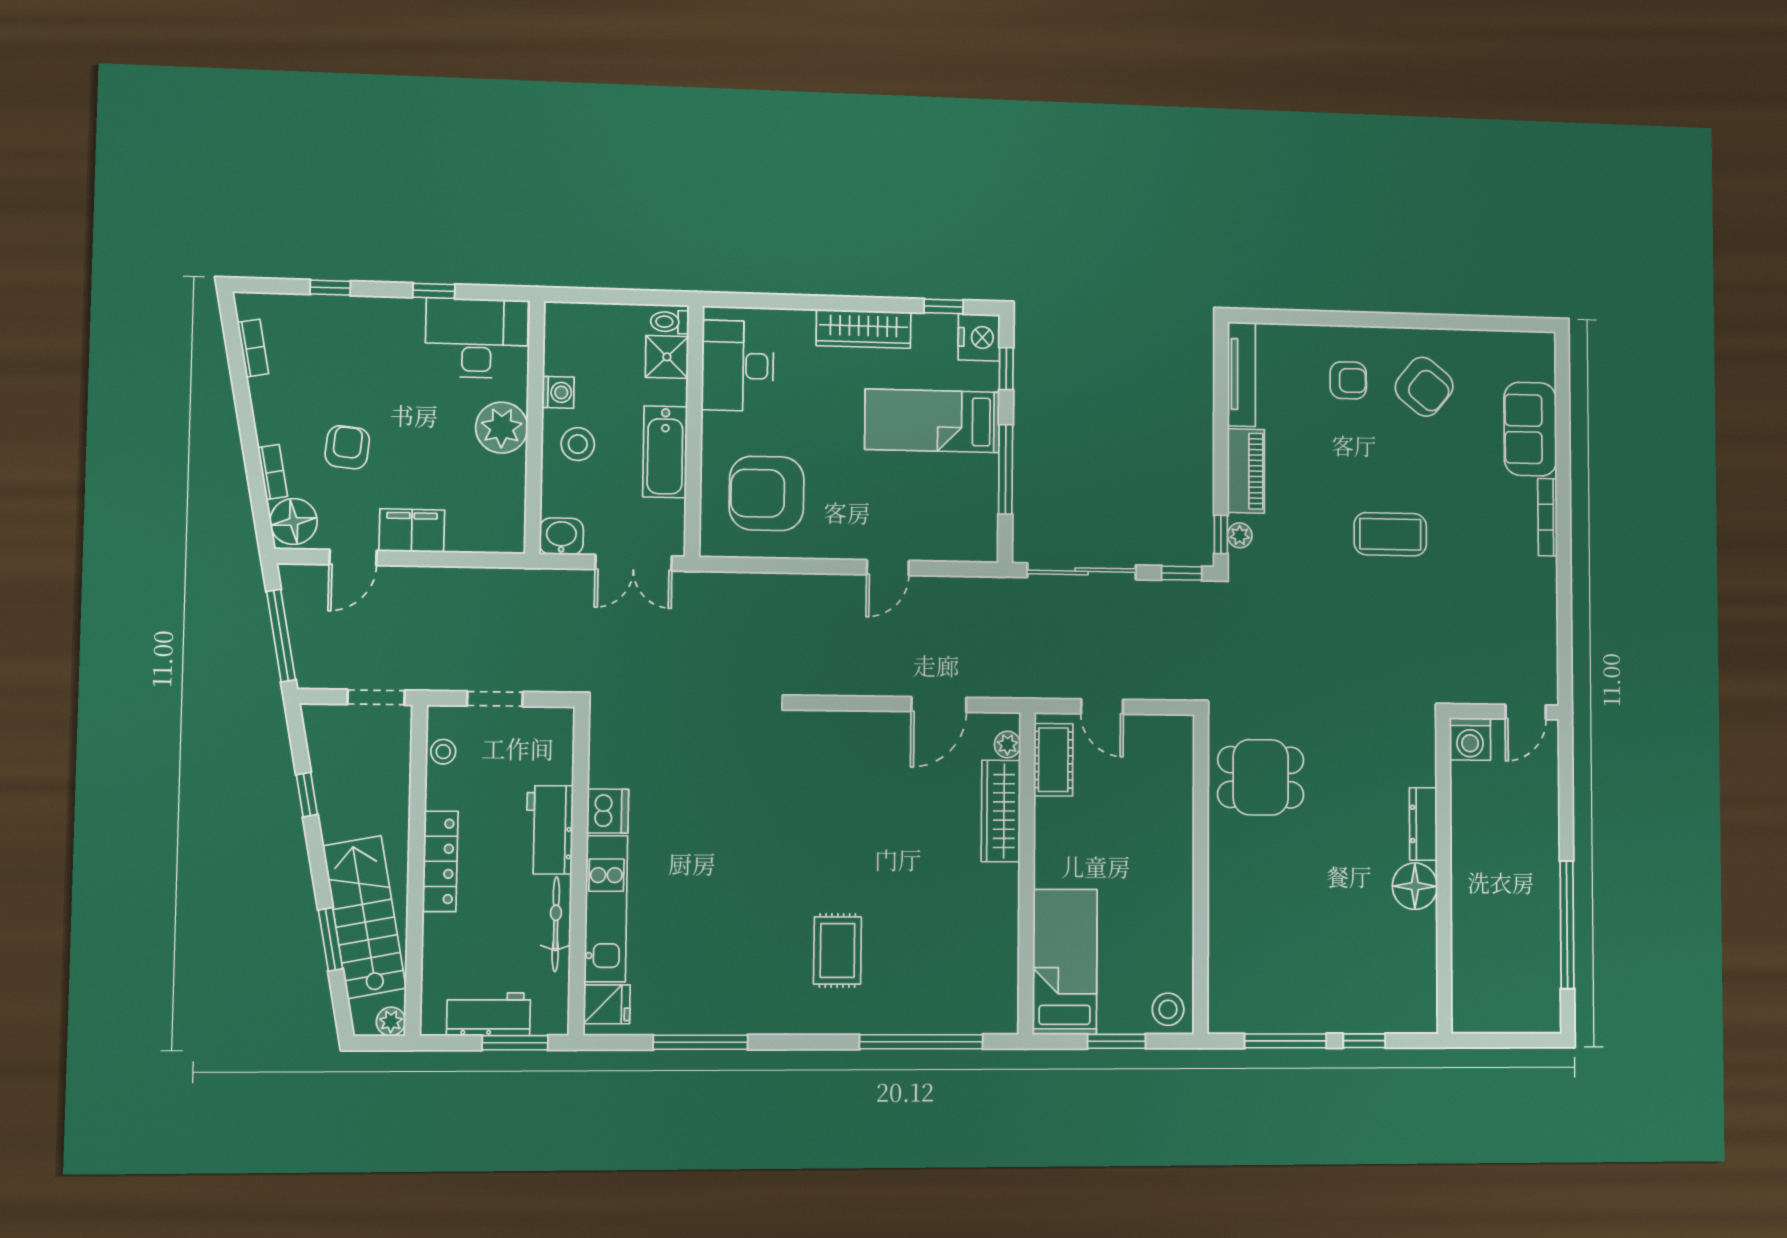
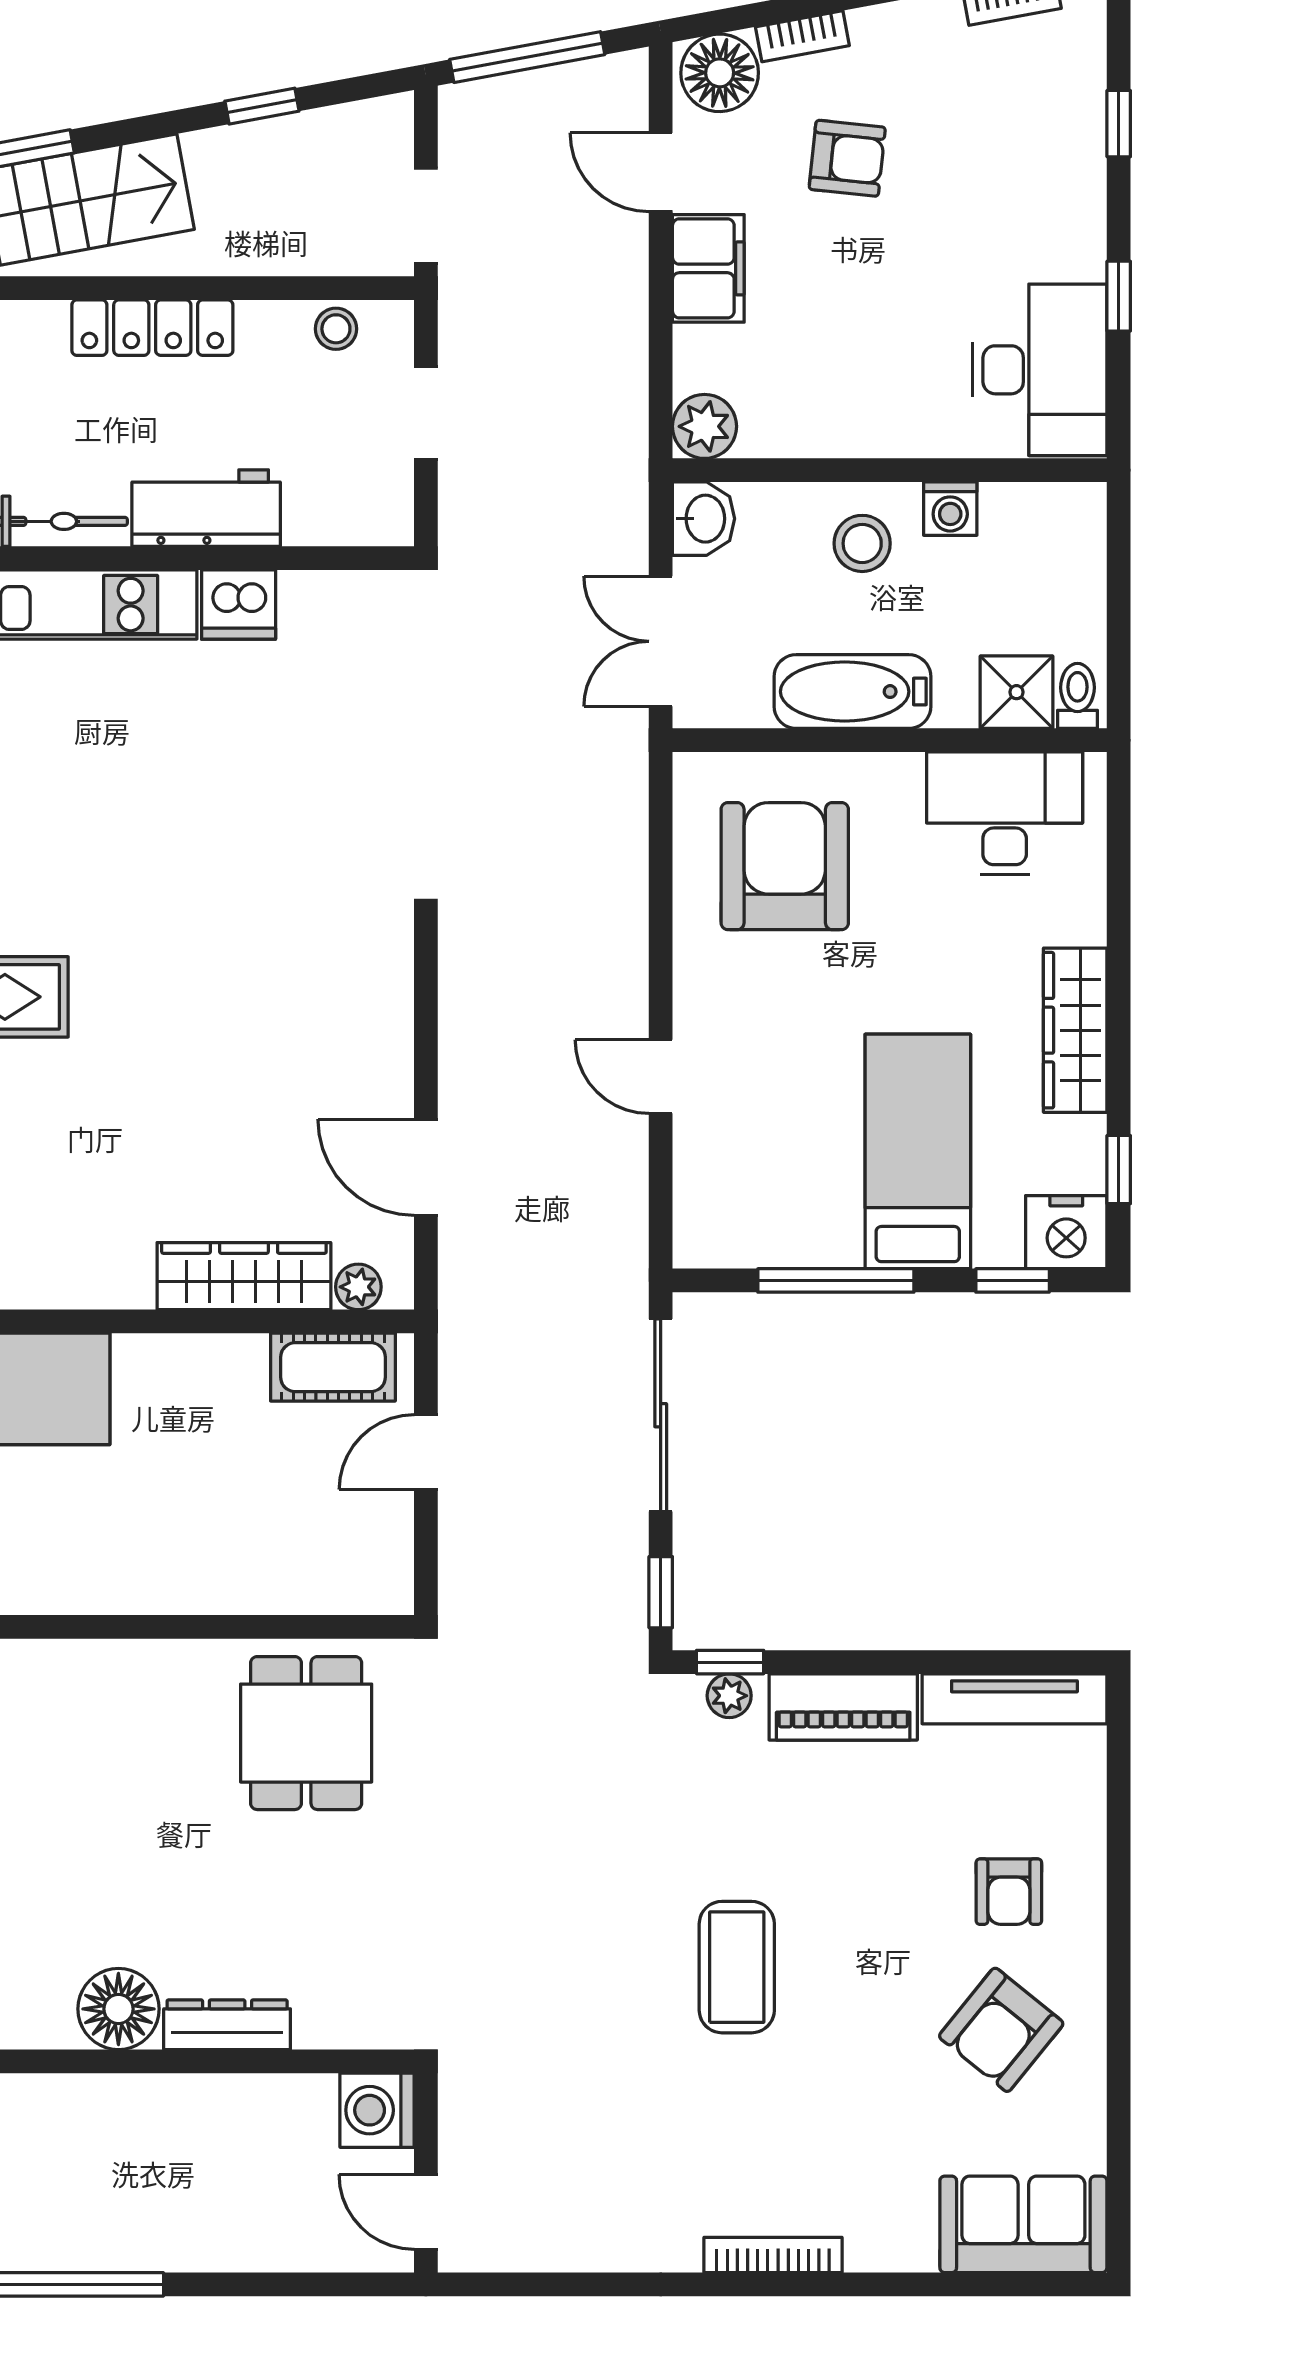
plant: (502, 428) -> (704, 426), moved, width x0.73, depth x0.73
sofa: (1530, 429) -> (1023, 2224), moved

